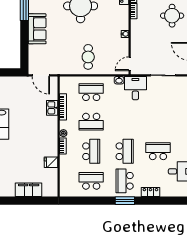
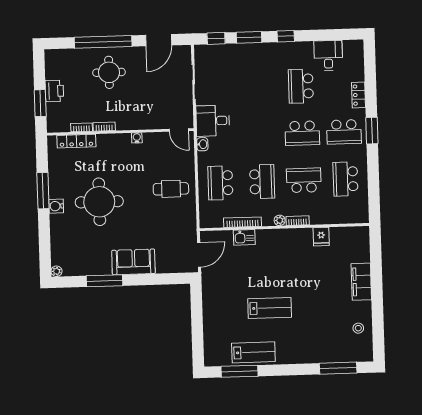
school desk: (125, 151) -> (302, 133), turned 180
filing cabinet: (29, 190) -> (361, 282), moved

